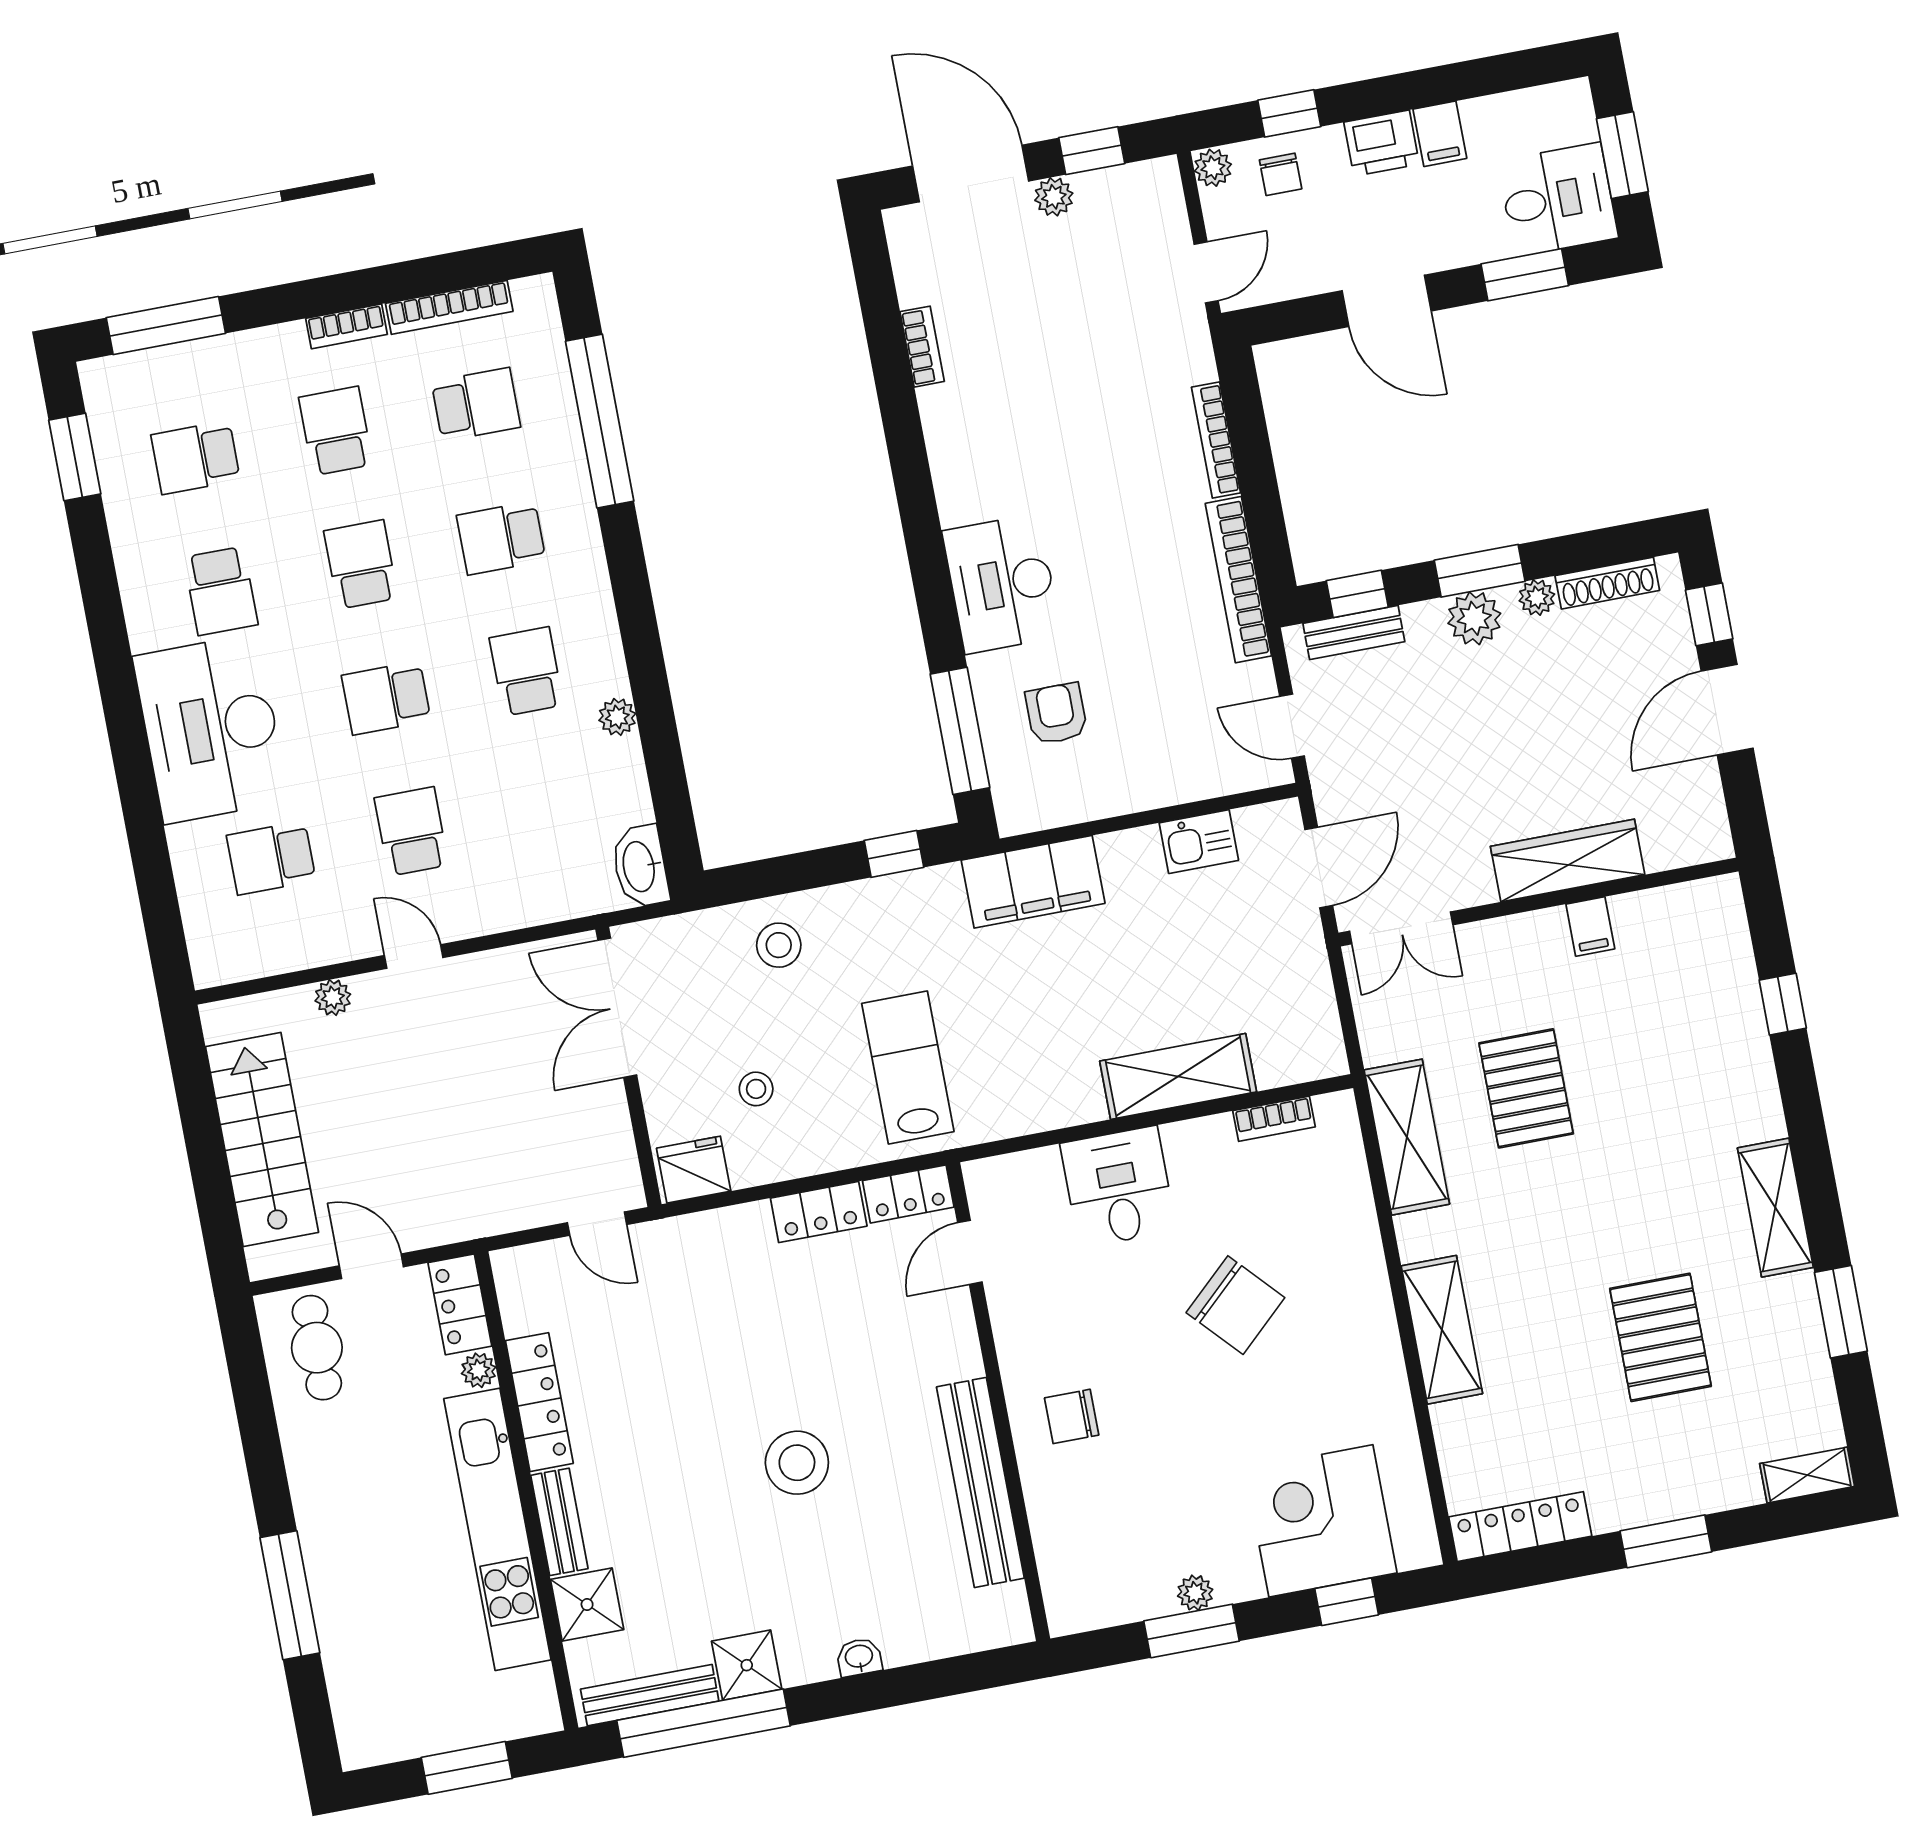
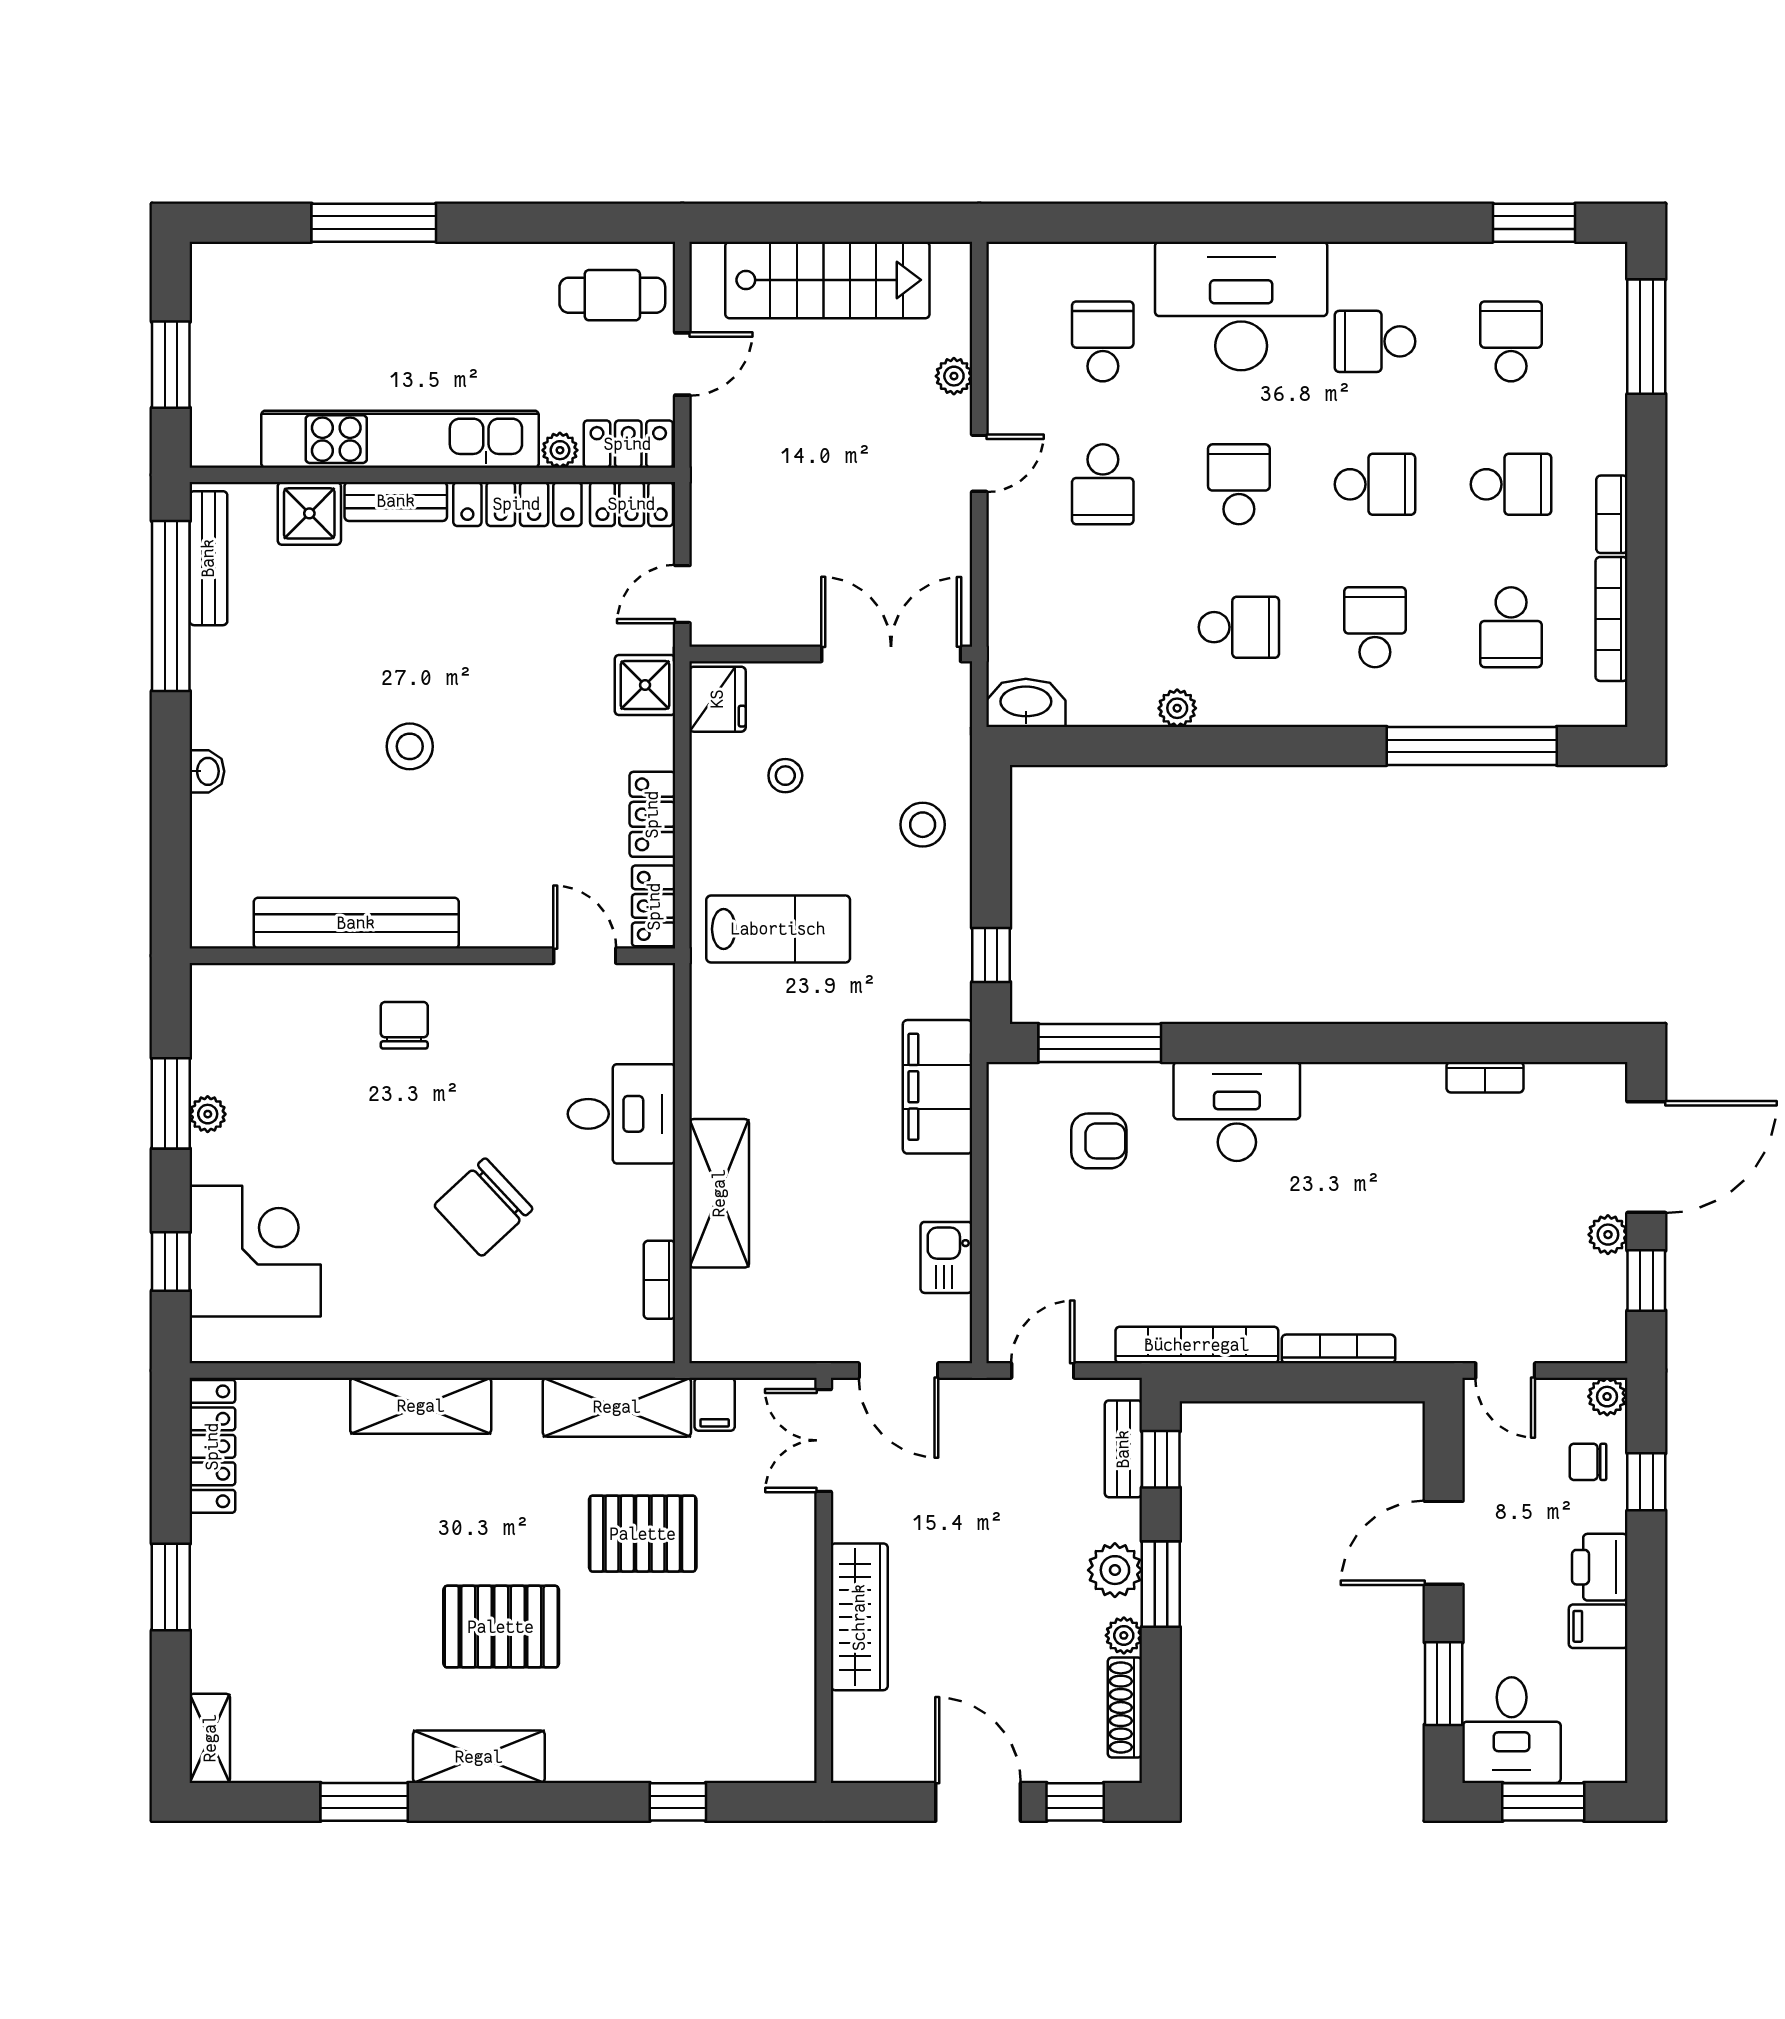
school desk: (411, 831) -> (1103, 484), turned 90
filing cabinet: (1590, 926) -> (715, 1404), moved, turned -90
locker: (518, 1290) -> (632, 504), added
pallet: (1661, 1337) -> (501, 1627), moved
stool: (797, 1463) -> (410, 746), width x0.73, depth x0.73
shower: (747, 1665) -> (645, 685), moved

